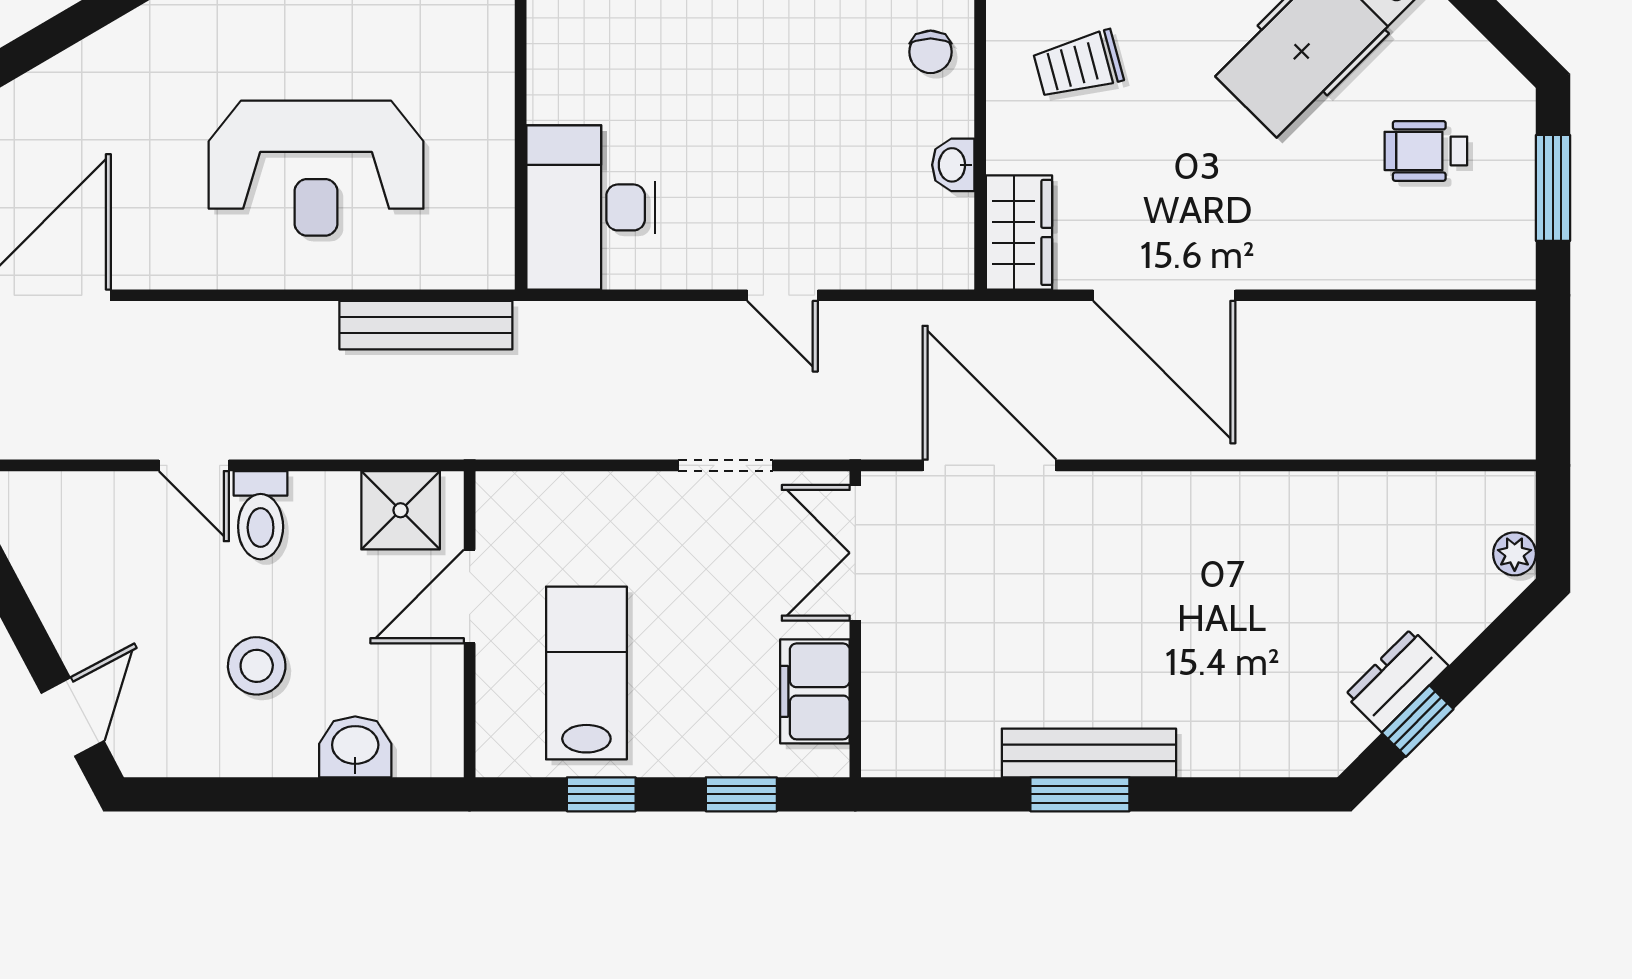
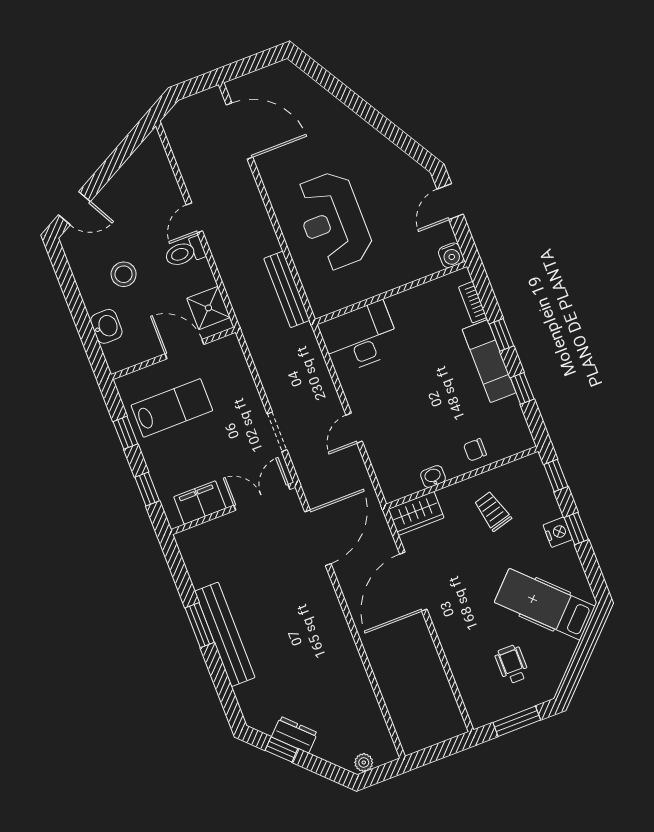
bench: (1089, 753) -> (225, 634), width x1.37, depth x1.21

